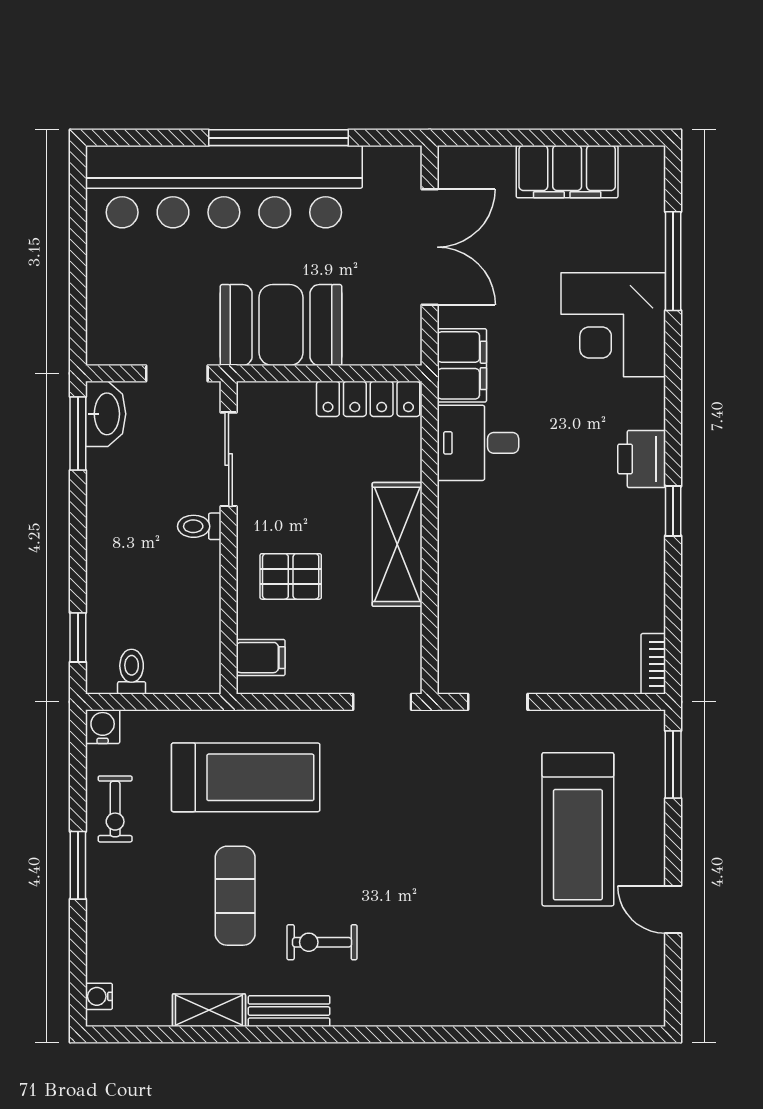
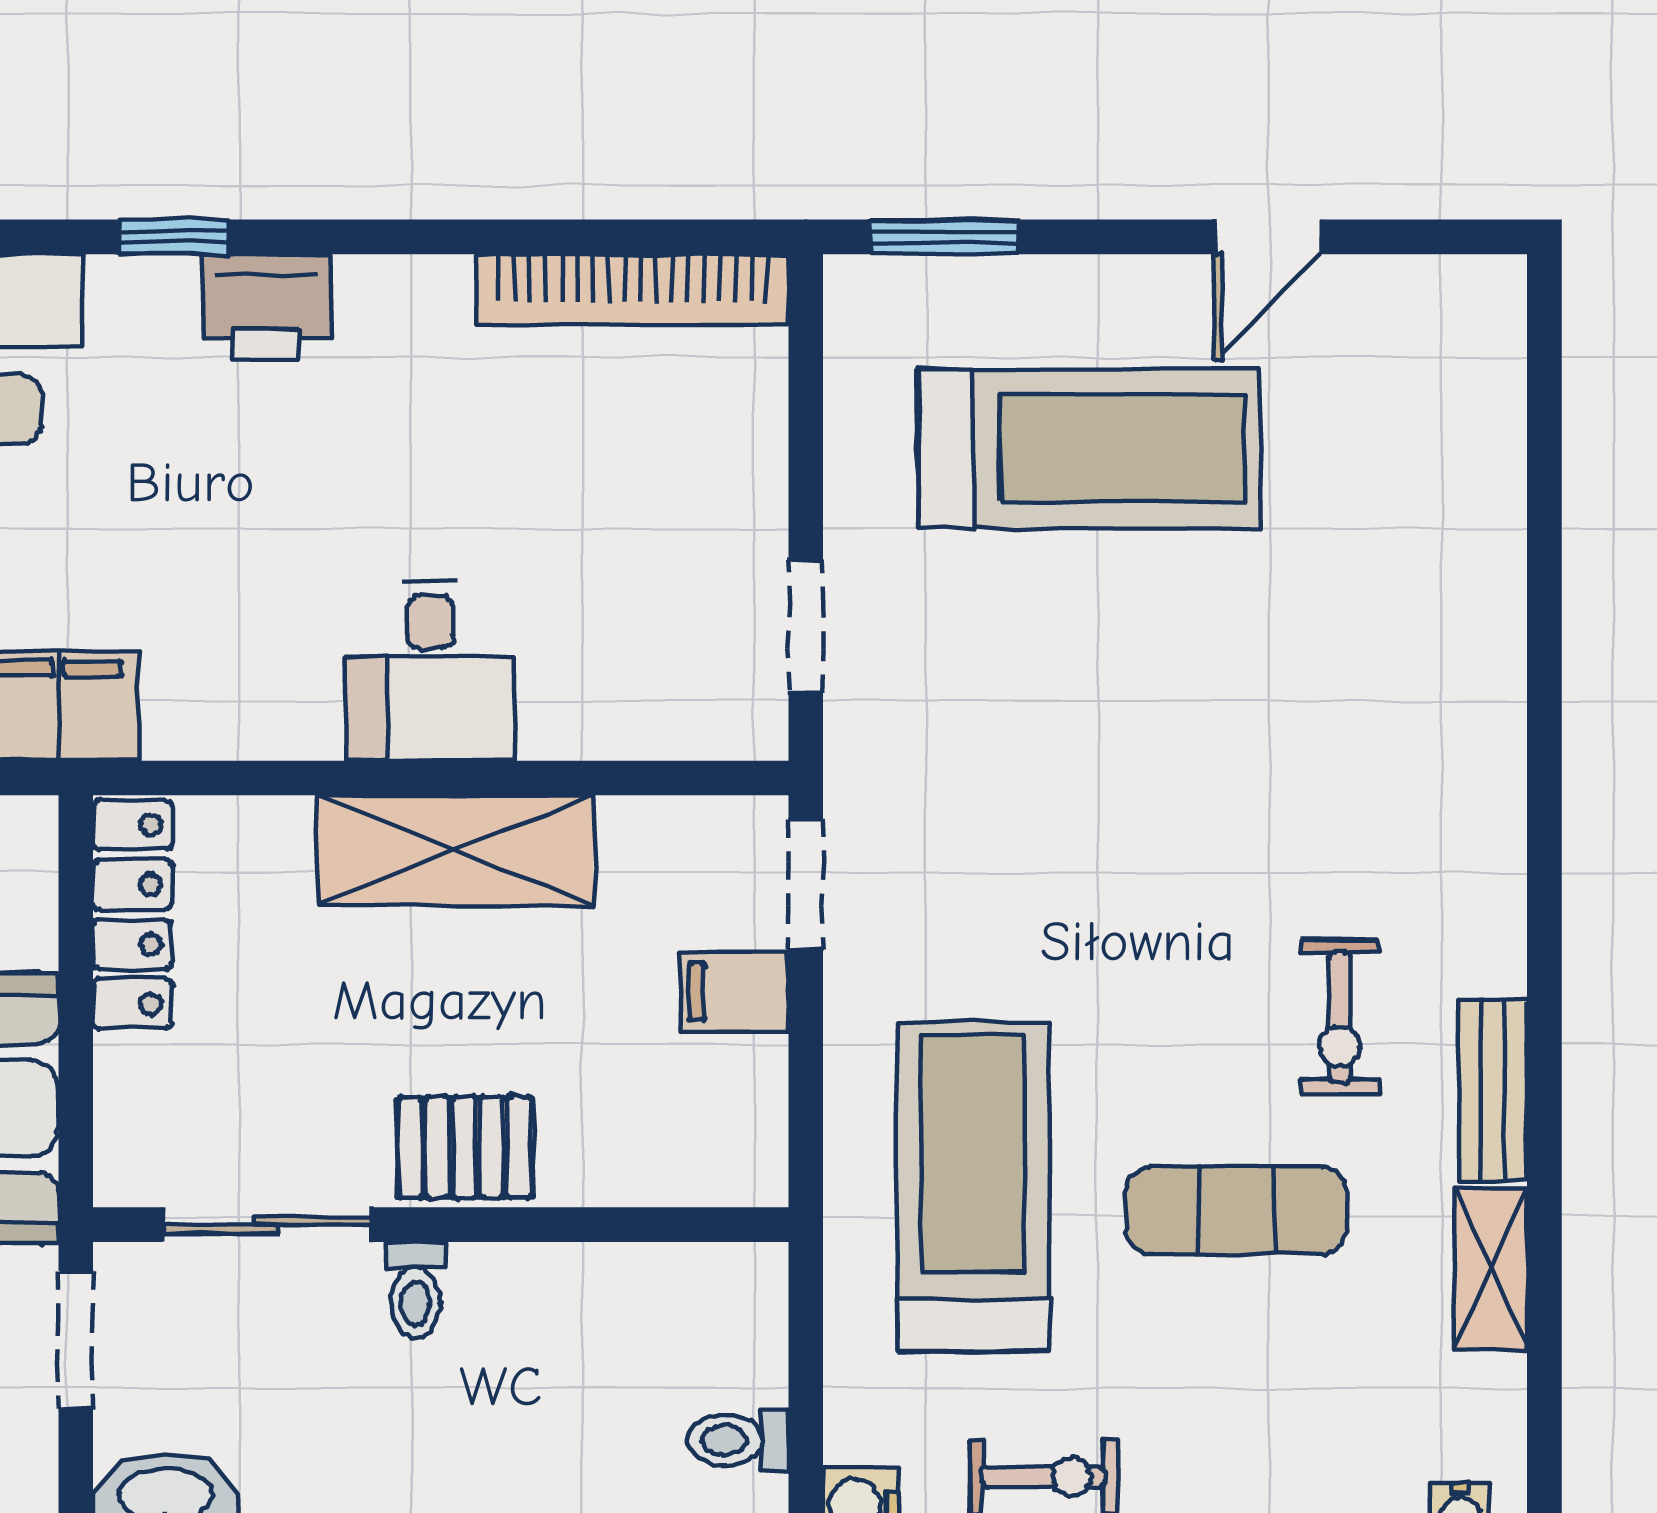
desk: (478, 443) -> (430, 671), moved
window: (673, 511) -> (173, 237), moved
pallet: (291, 576) -> (465, 1147), moved, turned 90
filing cabinet: (261, 658) -> (735, 992), moved, turned -90
bookcase: (653, 664) -> (633, 289), width x2.31, depth x1.31

